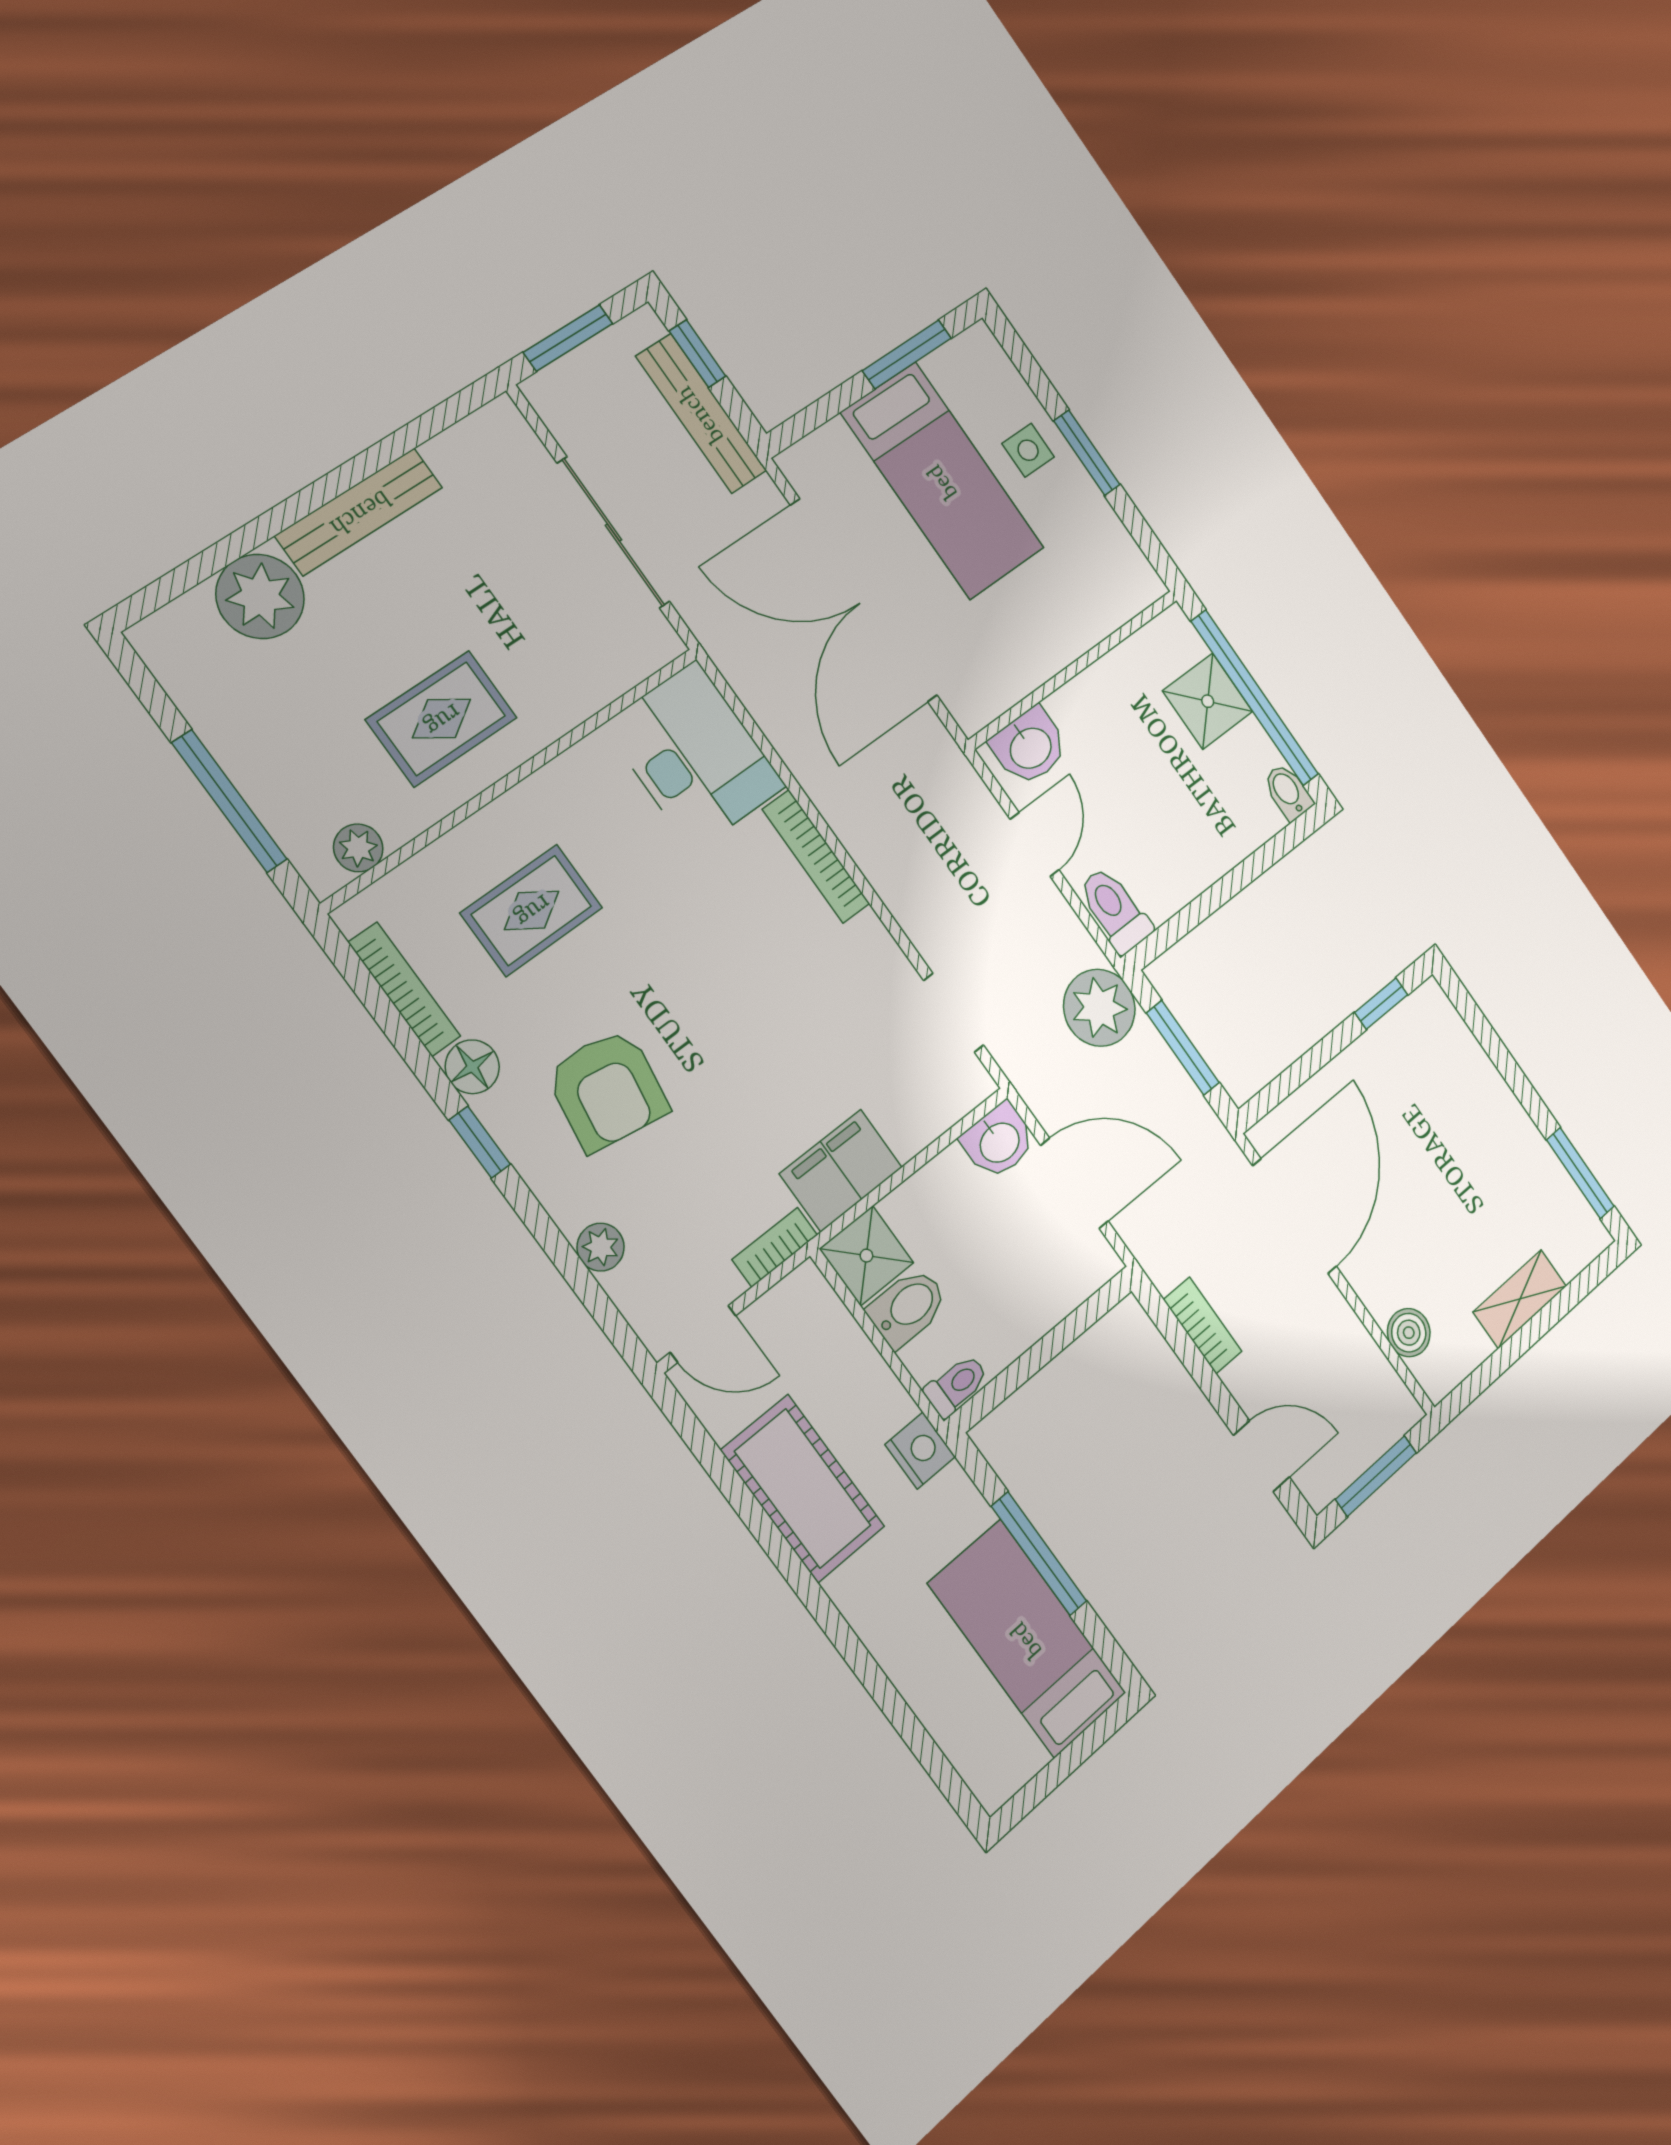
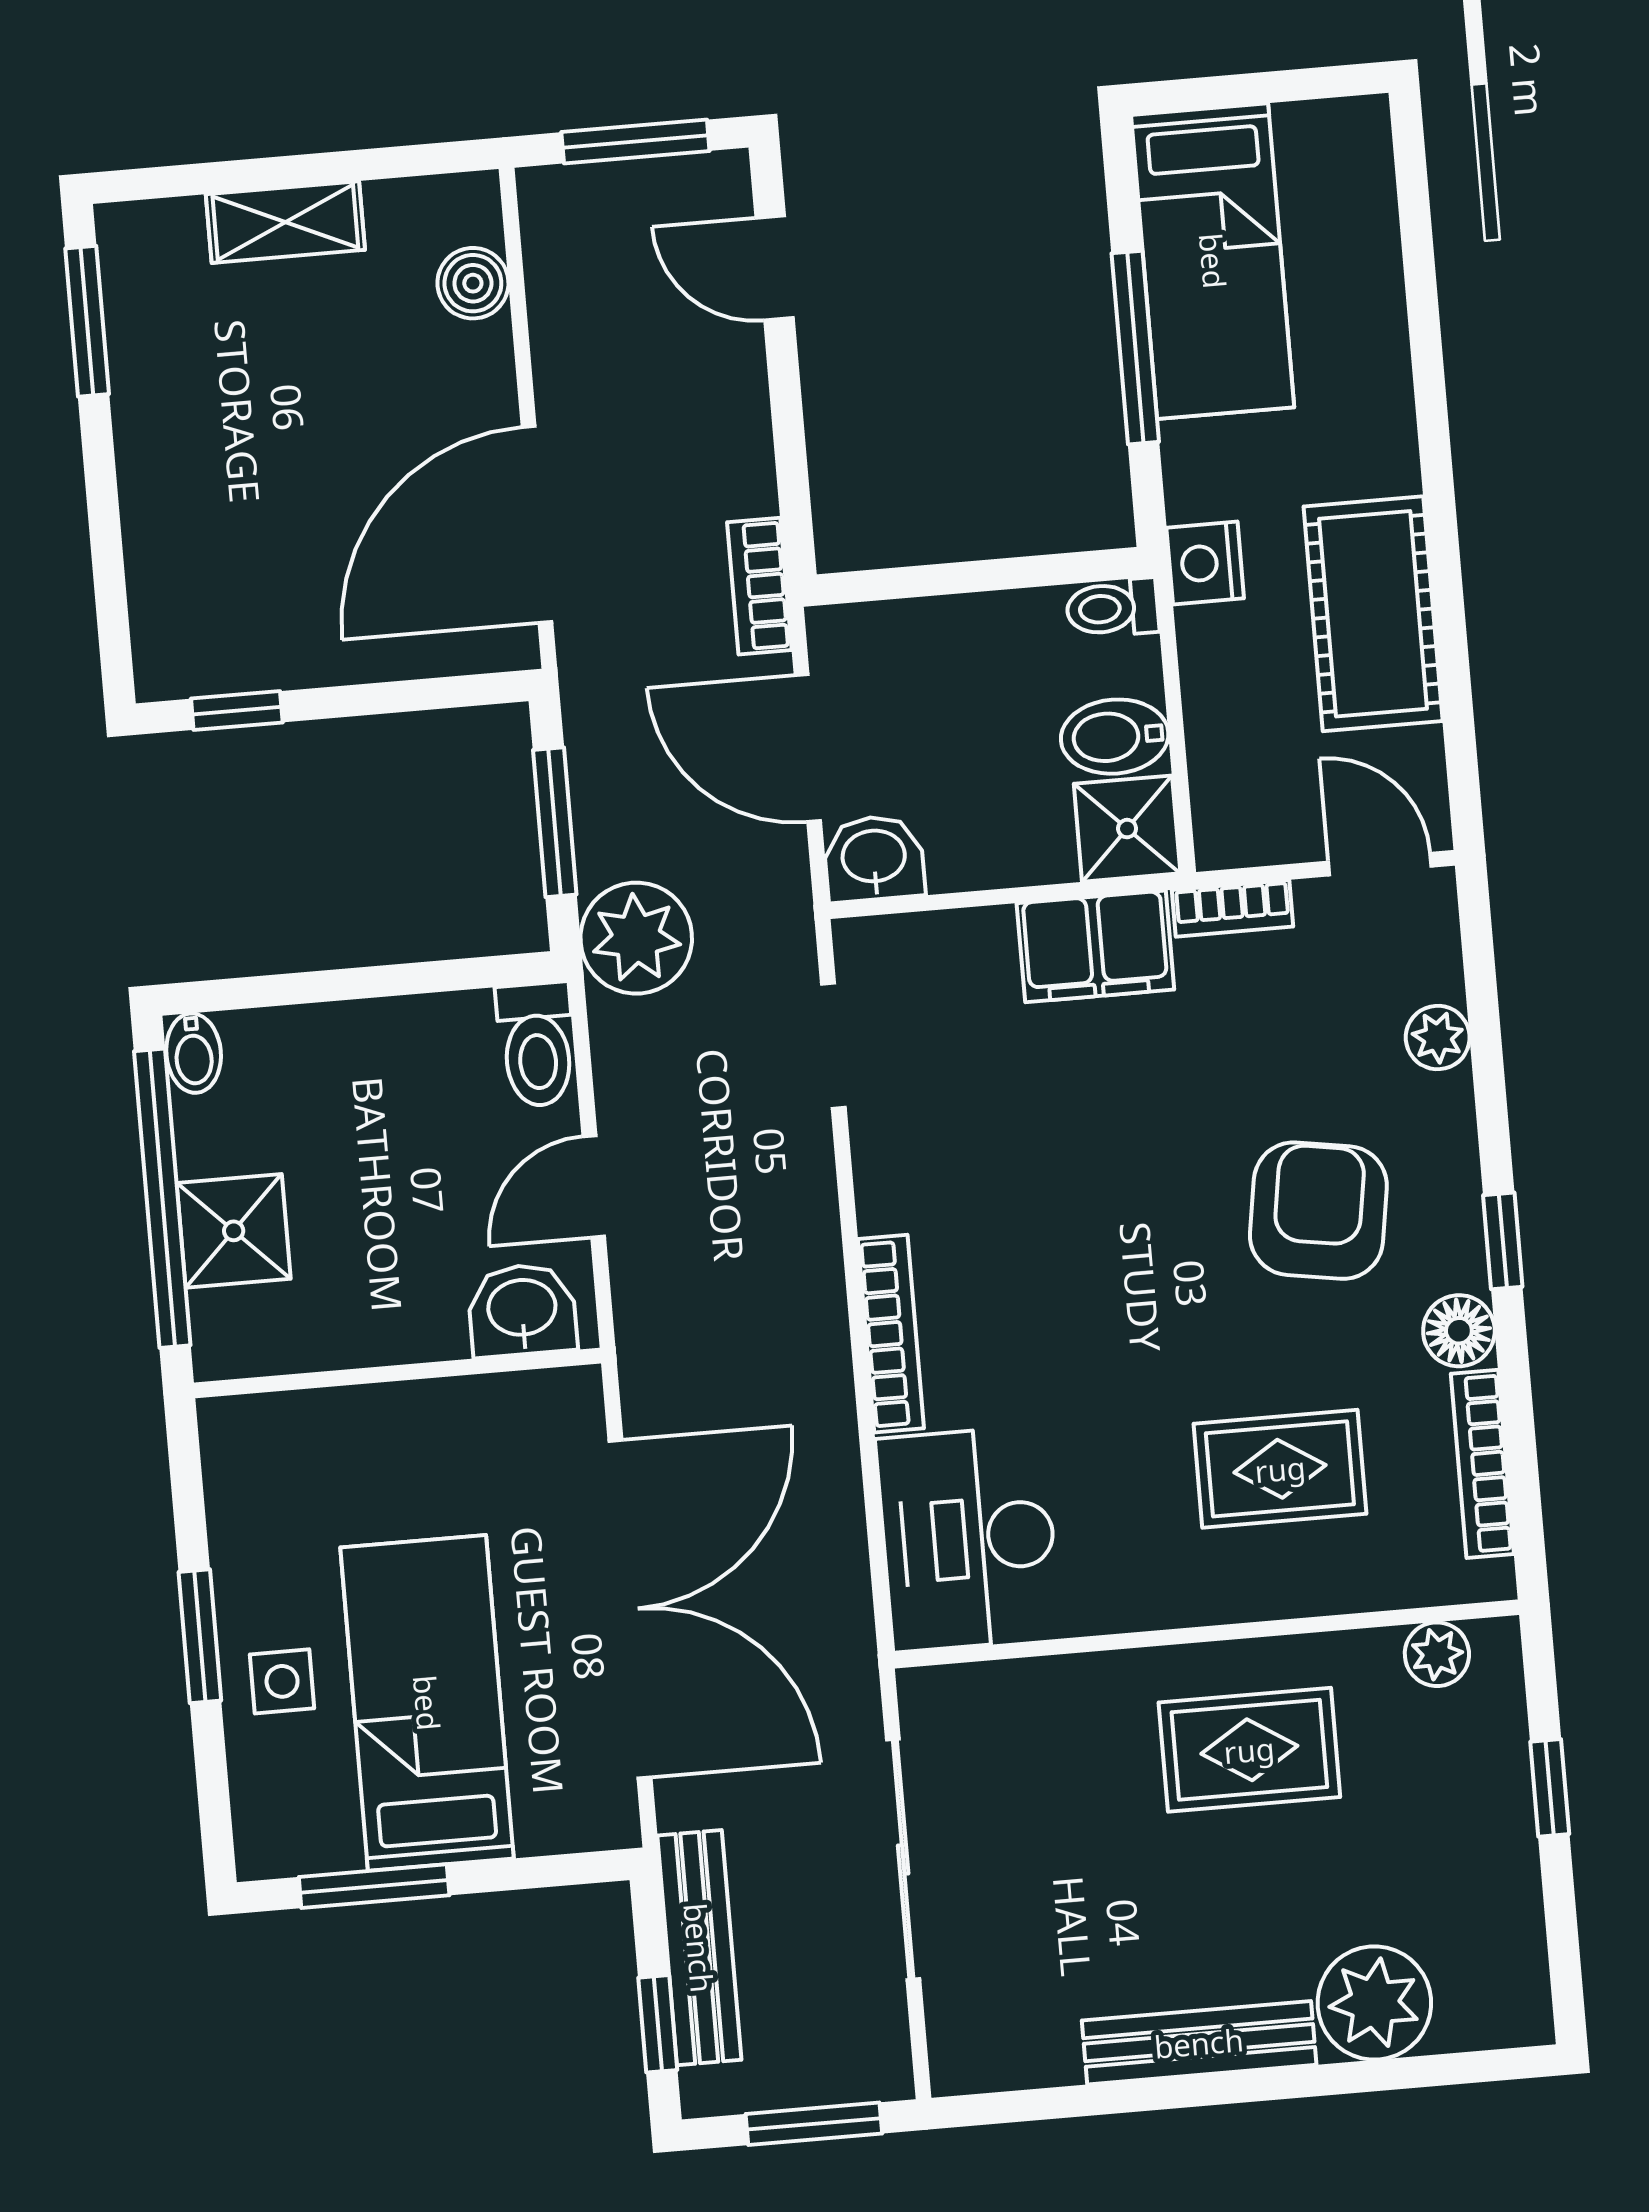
window: (229, 801) -> (1550, 1788), width x0.46
bookcase: (1203, 1325) -> (759, 586), moved

